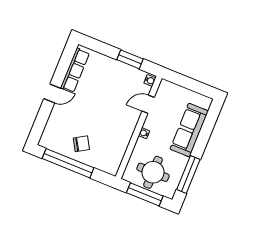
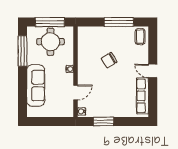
door: (52, 93) -> (153, 71), hinge flipped
coffee table: (51, 137) -> (140, 37), added
chair: (81, 144) -> (109, 60), moved
window: (68, 163) -> (119, 22), width x0.68

